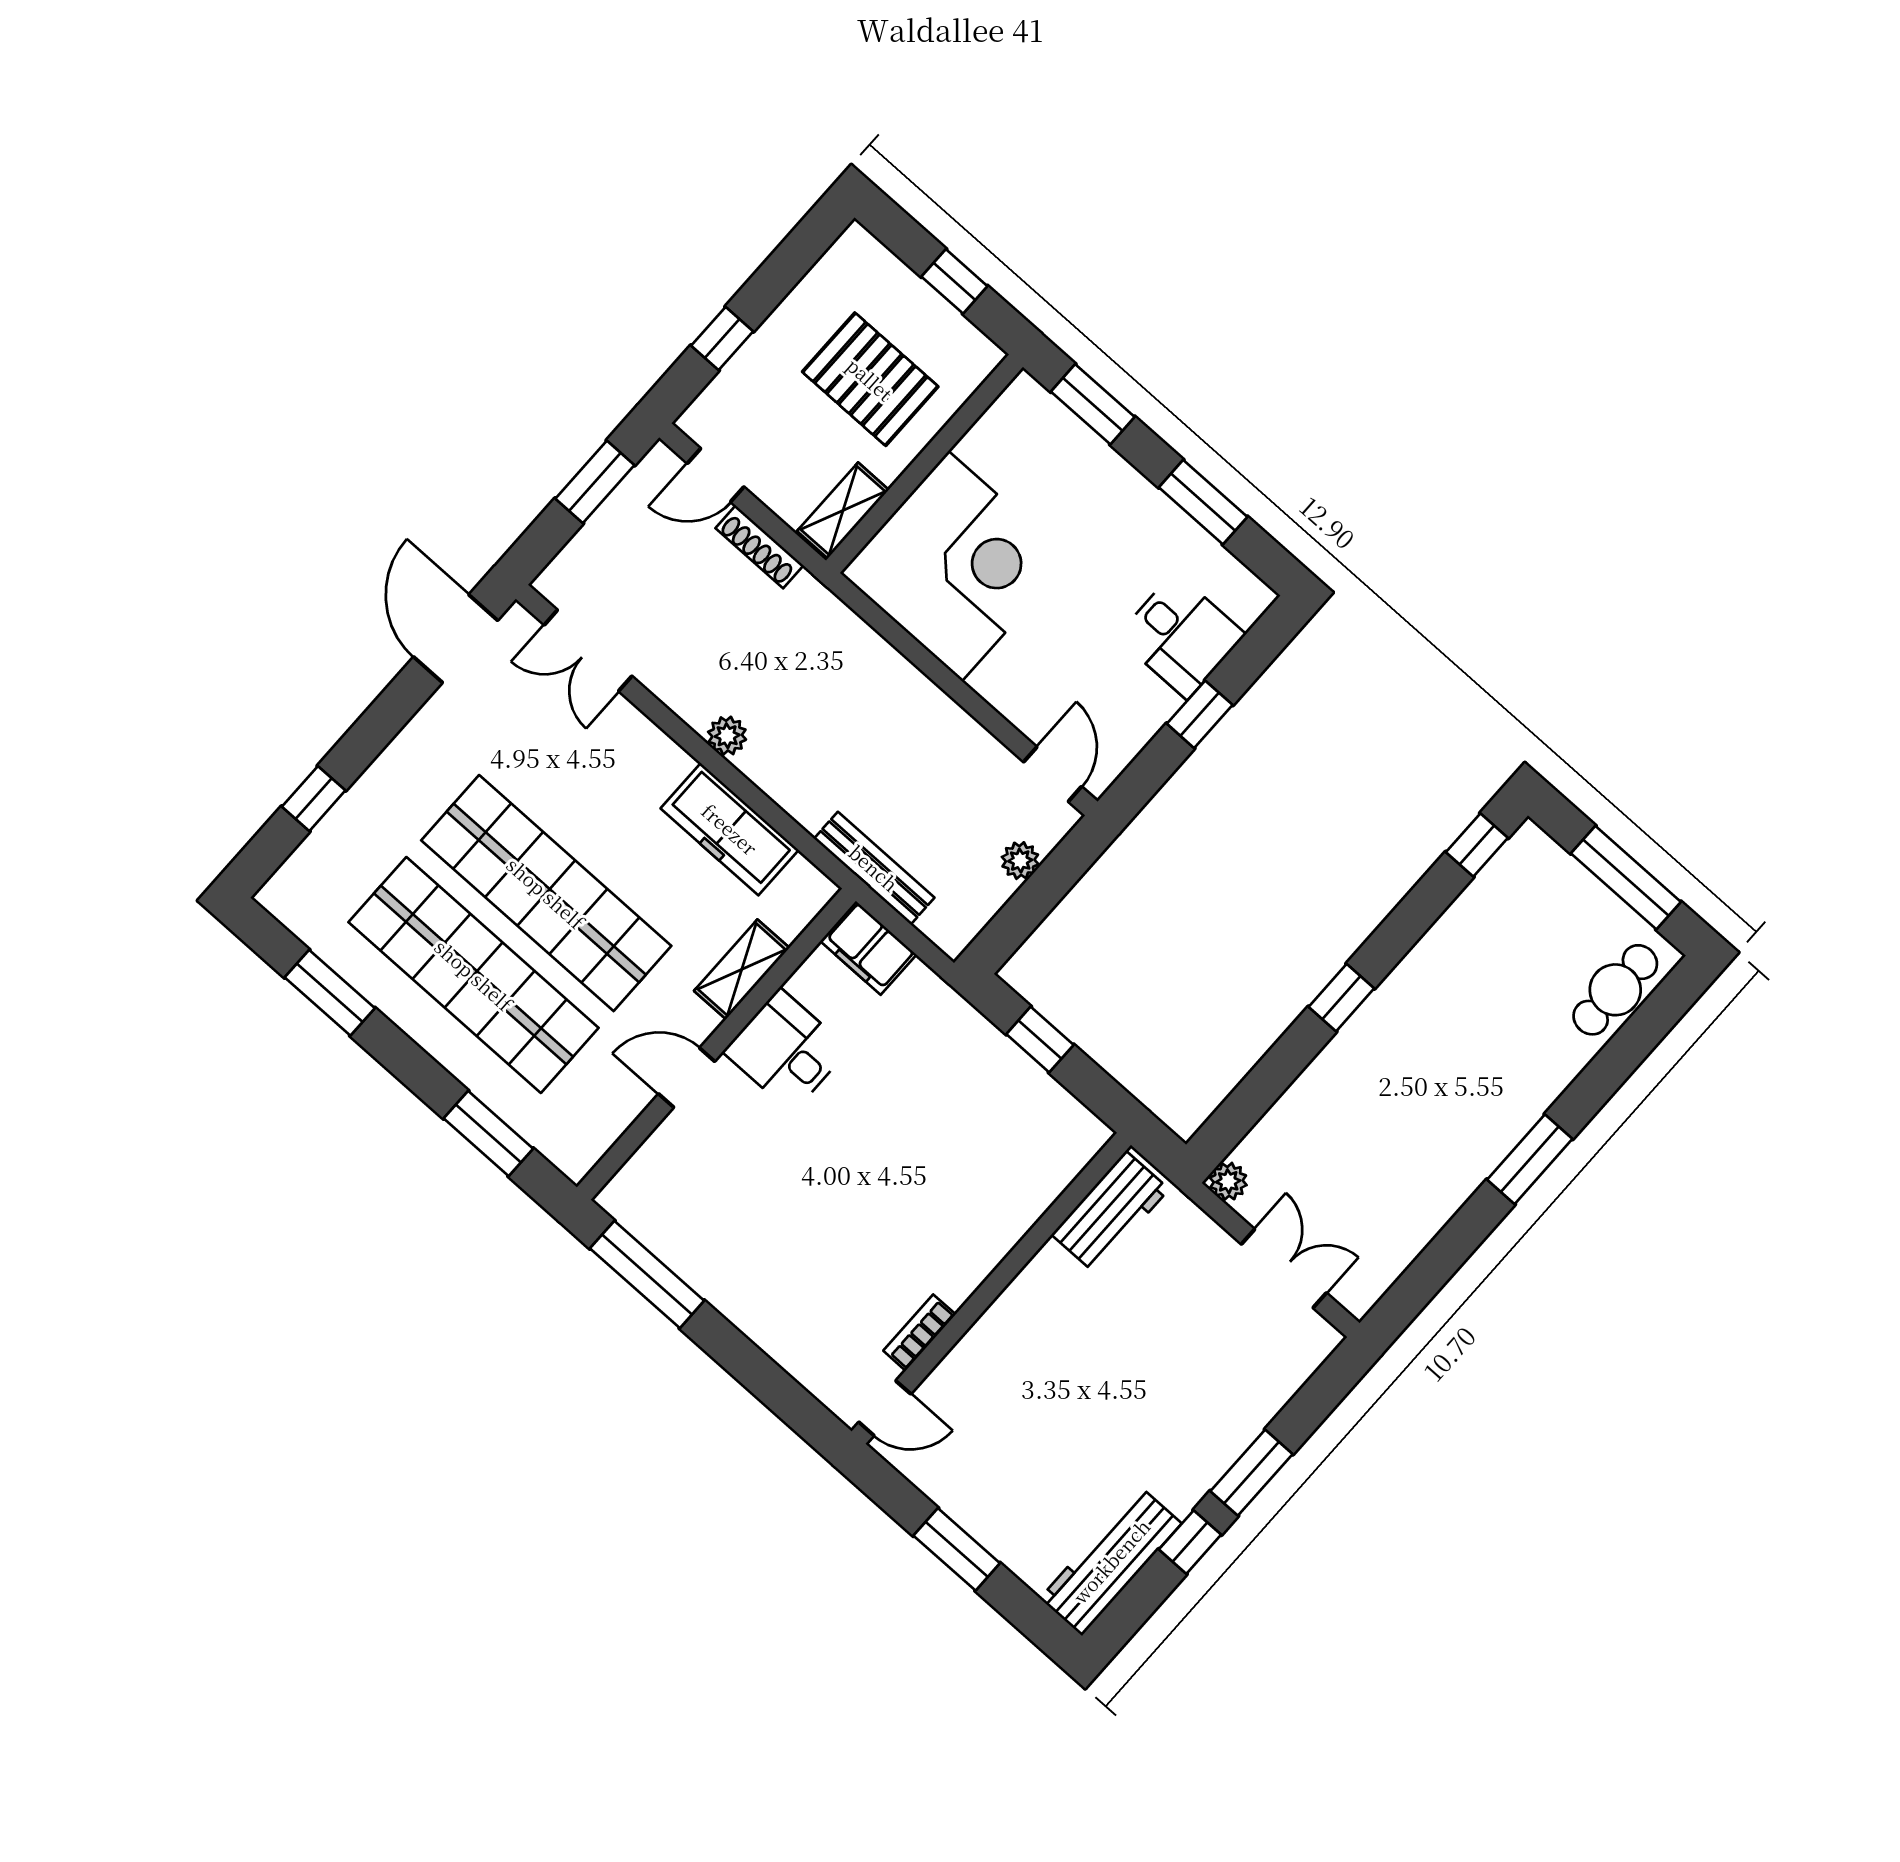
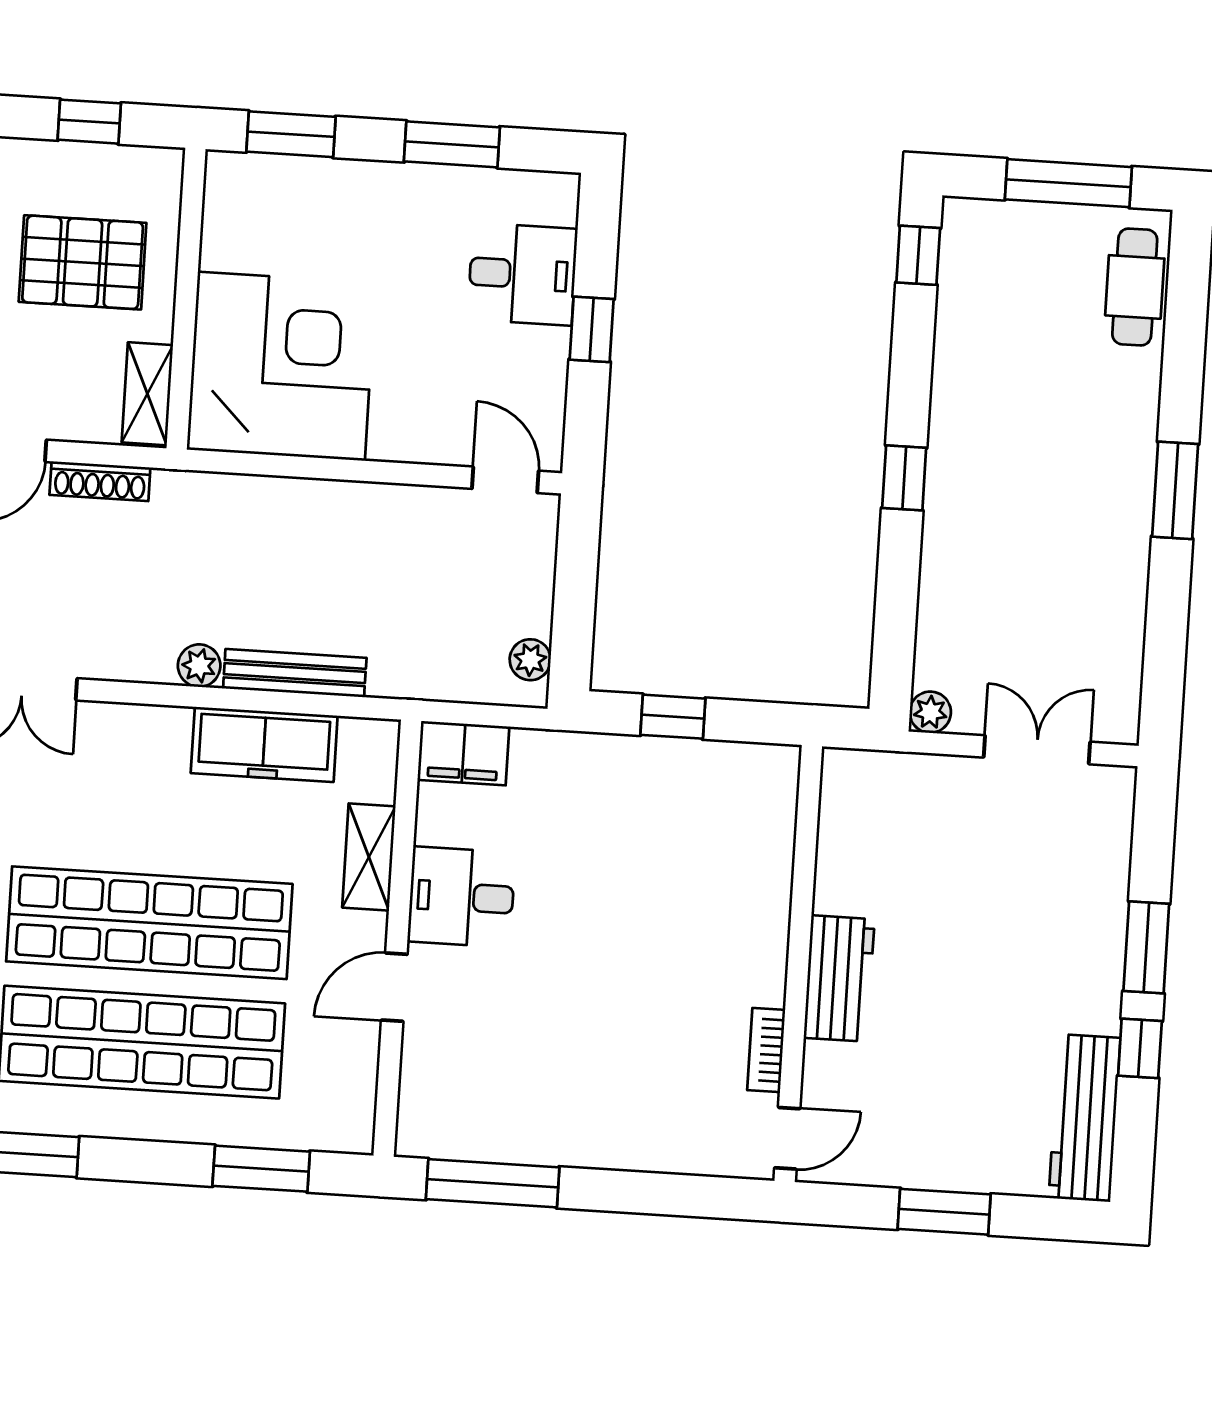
plant: (1020, 861) -> (530, 660), moved
bench: (874, 868) -> (295, 673), moved
workbench: (1110, 1212) -> (839, 978), moved

